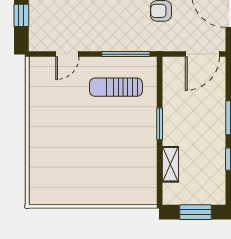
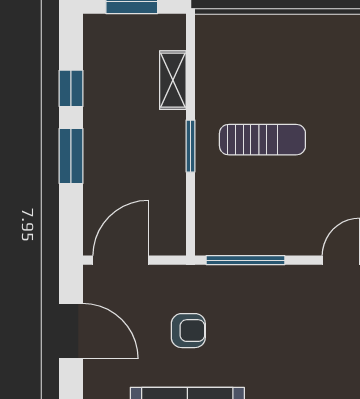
sun lounger: (116, 87) -> (262, 140), moved

